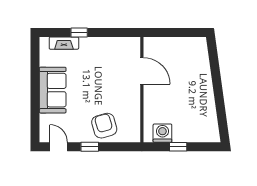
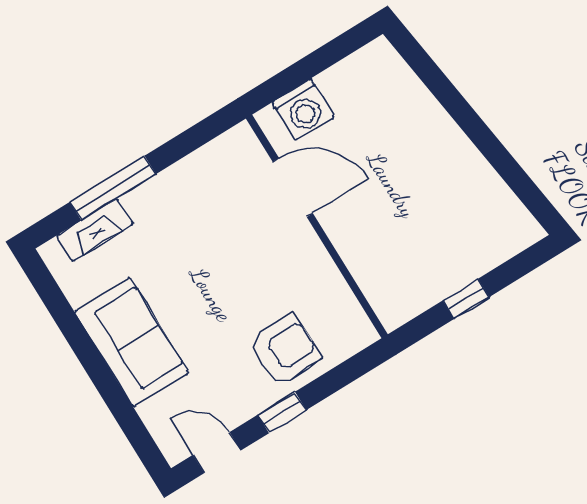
window: (79, 32) -> (113, 188), width x2.17
armchair: (104, 126) -> (285, 350), turned 104
washing machine: (162, 133) -> (303, 110), moved, turned 180

